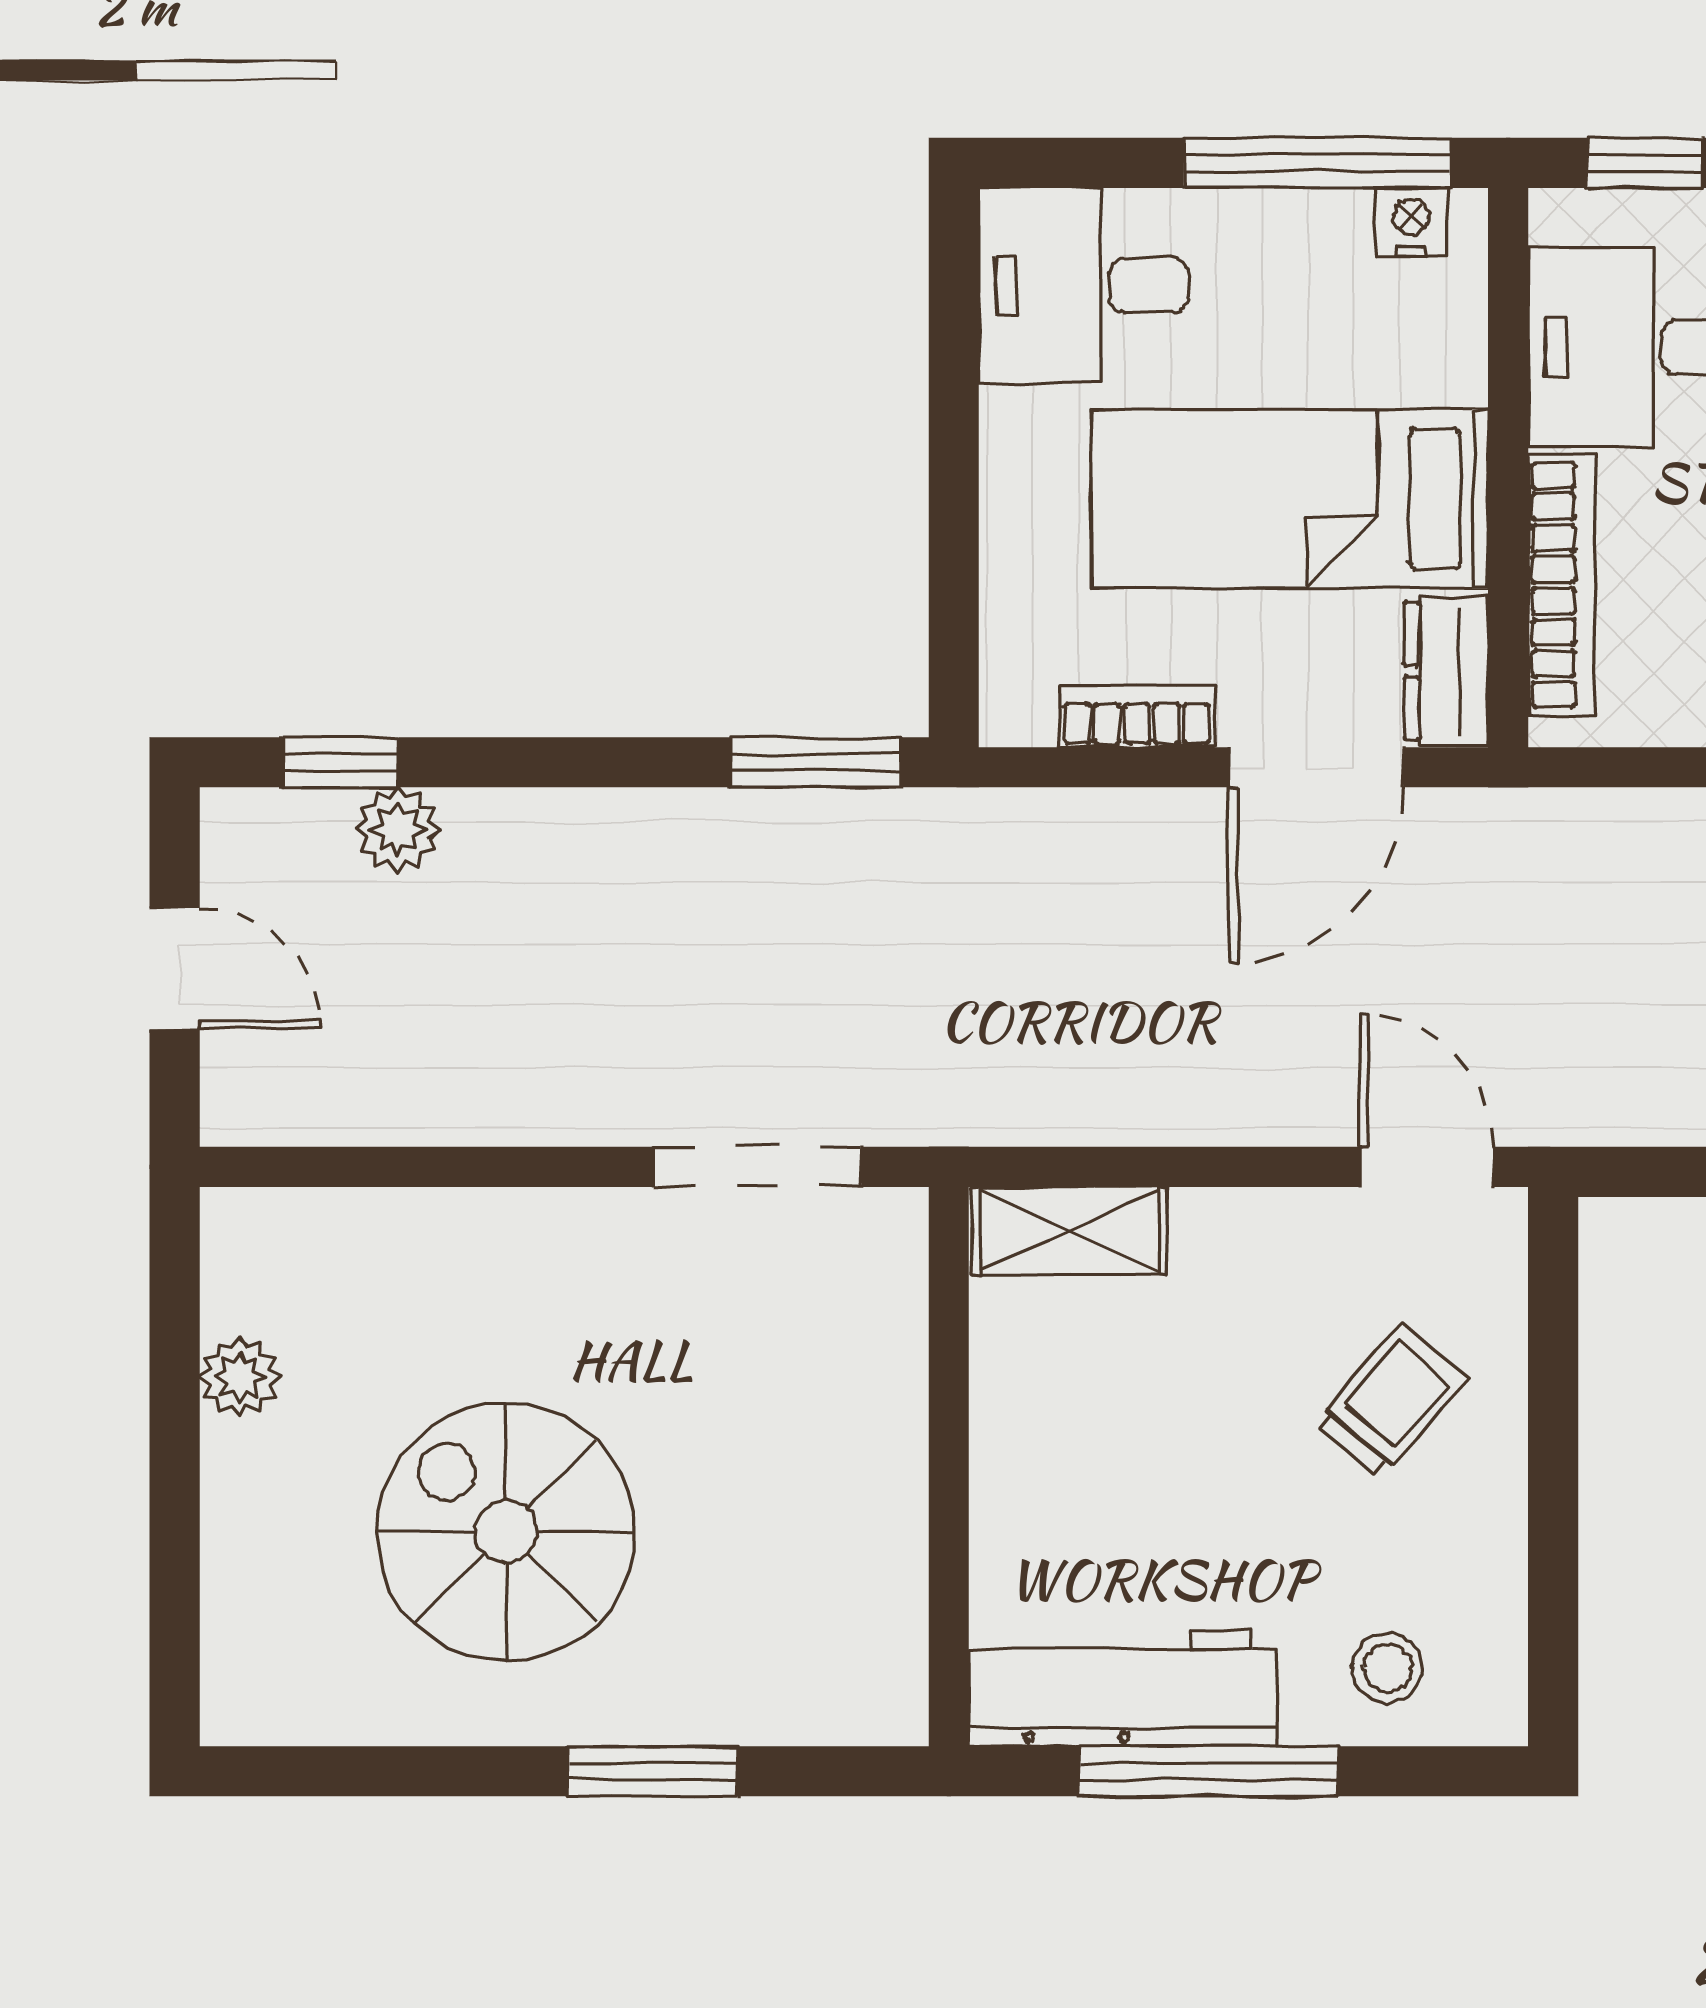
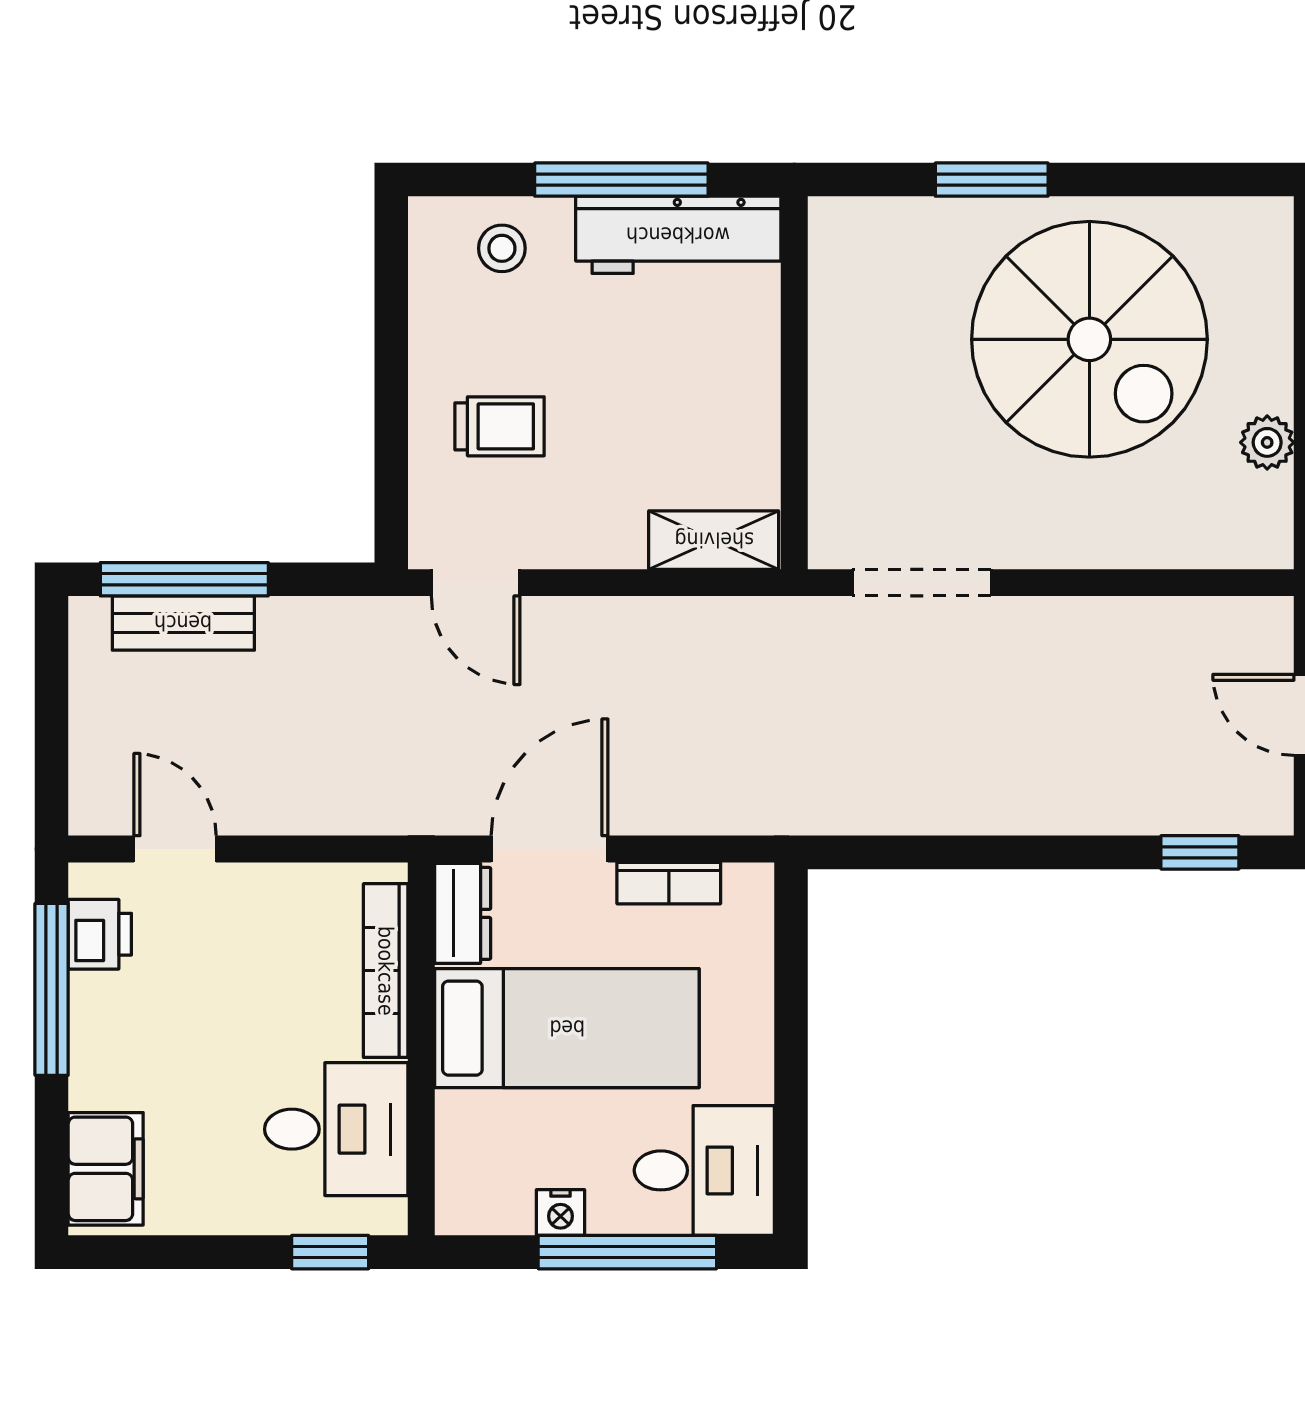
window: (1318, 163) -> (627, 1252), moved
nightstand: (1411, 222) -> (560, 1213), moved
window: (816, 762) -> (883, 852), removed
plant: (398, 830) -> (1162, 807), removed
trolley: (1391, 1401) -> (500, 426), turned -131
spiral stairs: (506, 1532) -> (1089, 339), width x1.37, depth x1.37

